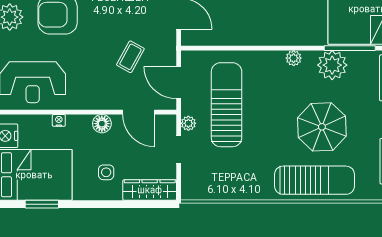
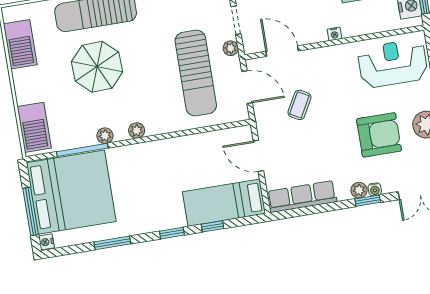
plant: (332, 65) -> (105, 136), width x0.53, depth x0.53
nightstand: (59, 120) -> (334, 34), moved
floor lamp: (102, 124) -> (317, 34), removed

